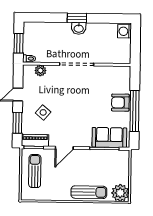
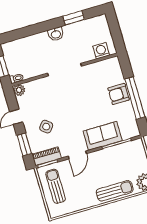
window: (77, 18) -> (74, 18), moved
washing machine: (124, 31) -> (101, 51), moved, turned 90
plant: (40, 71) -> (19, 90), moved
sofa: (109, 137) -> (103, 136), moved

